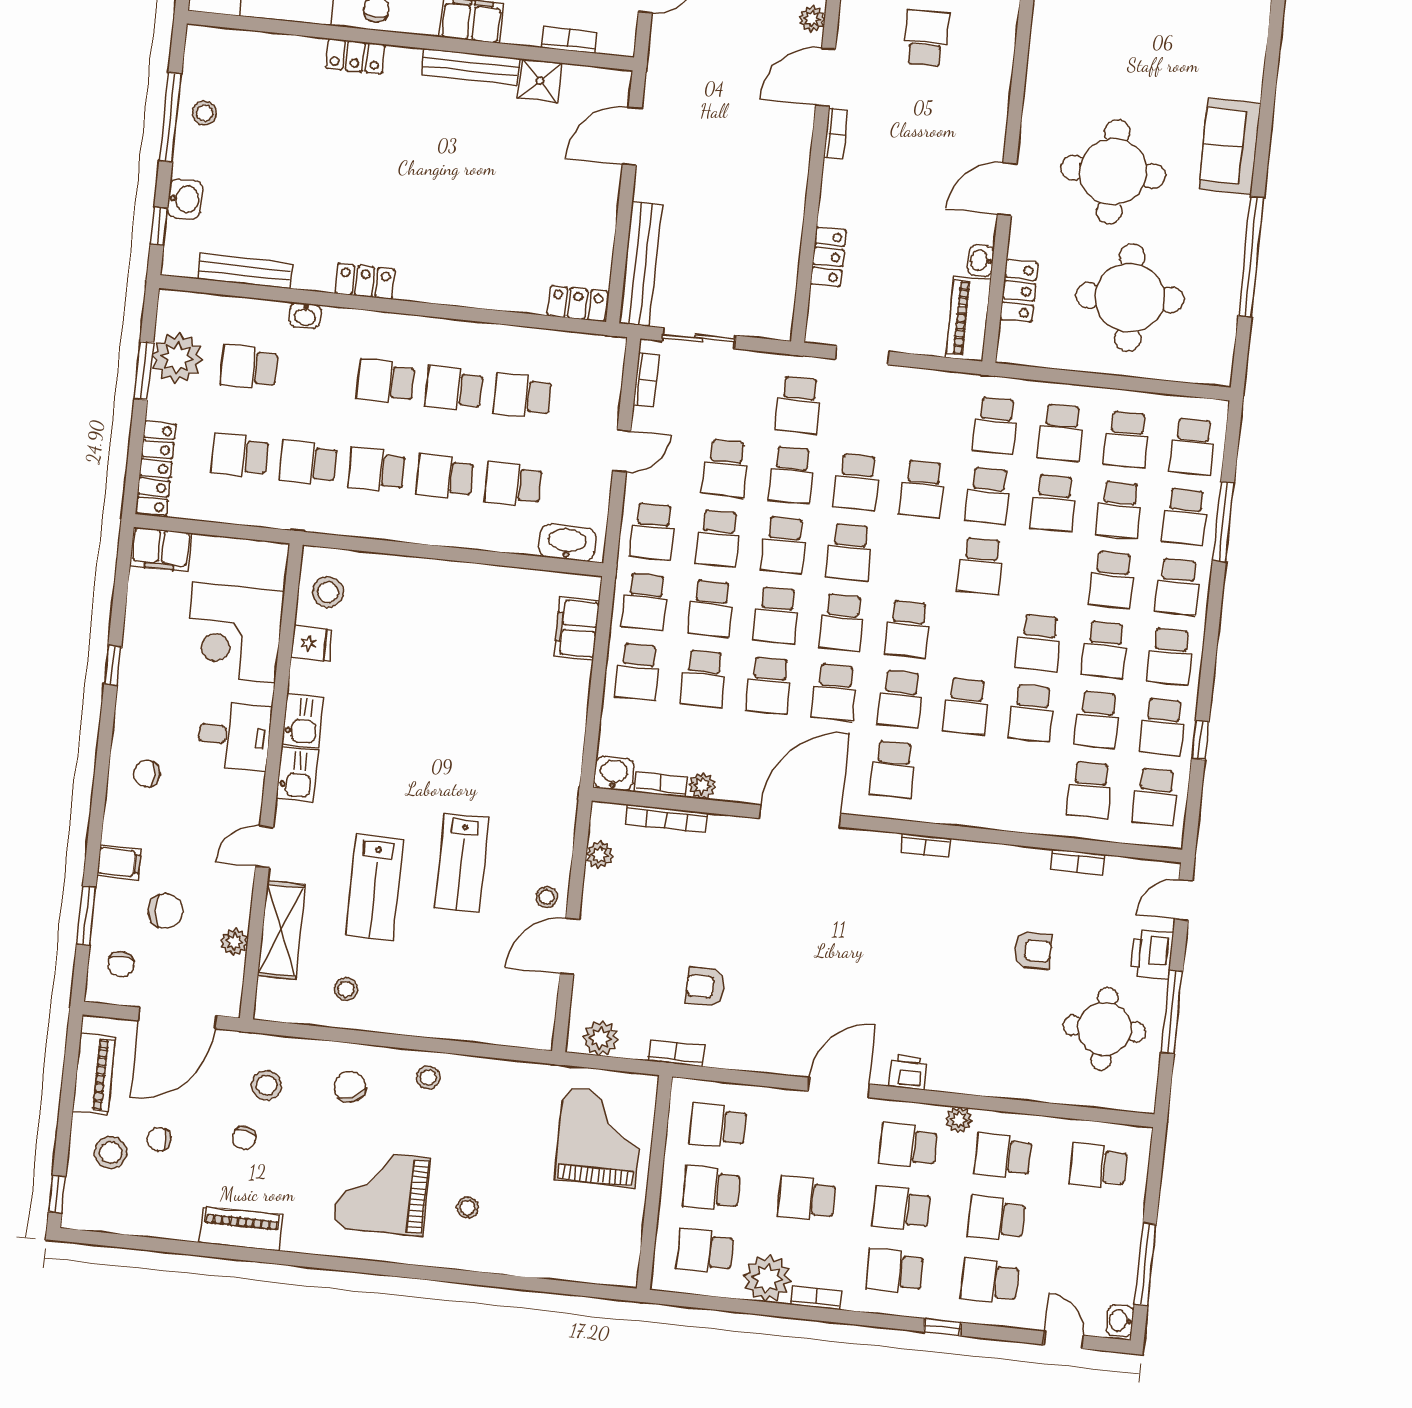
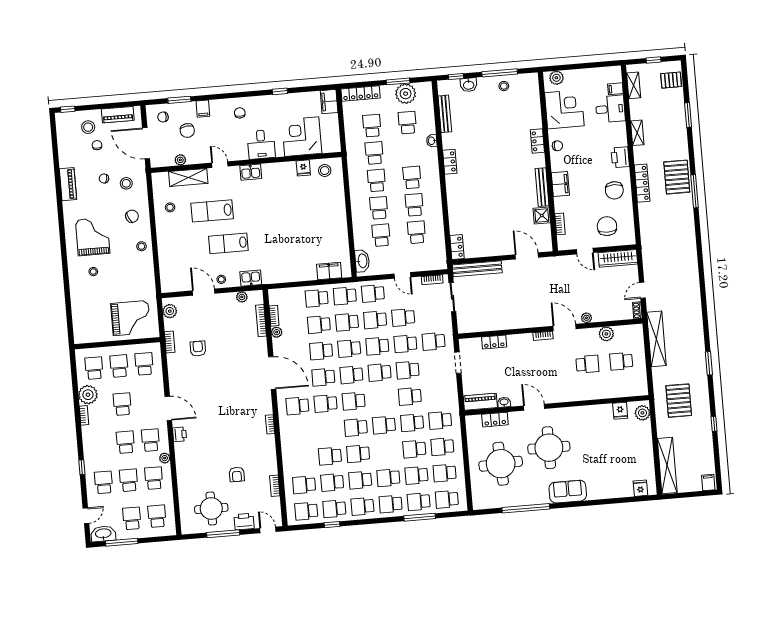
school desk: (966, 706) -> (356, 427), moved
kitchen sink: (303, 721) -> (251, 278), moved, turned 180
washbasin: (614, 773) -> (275, 296), removed
school desk: (895, 1271) -> (132, 518), moved
washbasin: (1120, 1321) -> (103, 534), width x1.91, depth x1.45

